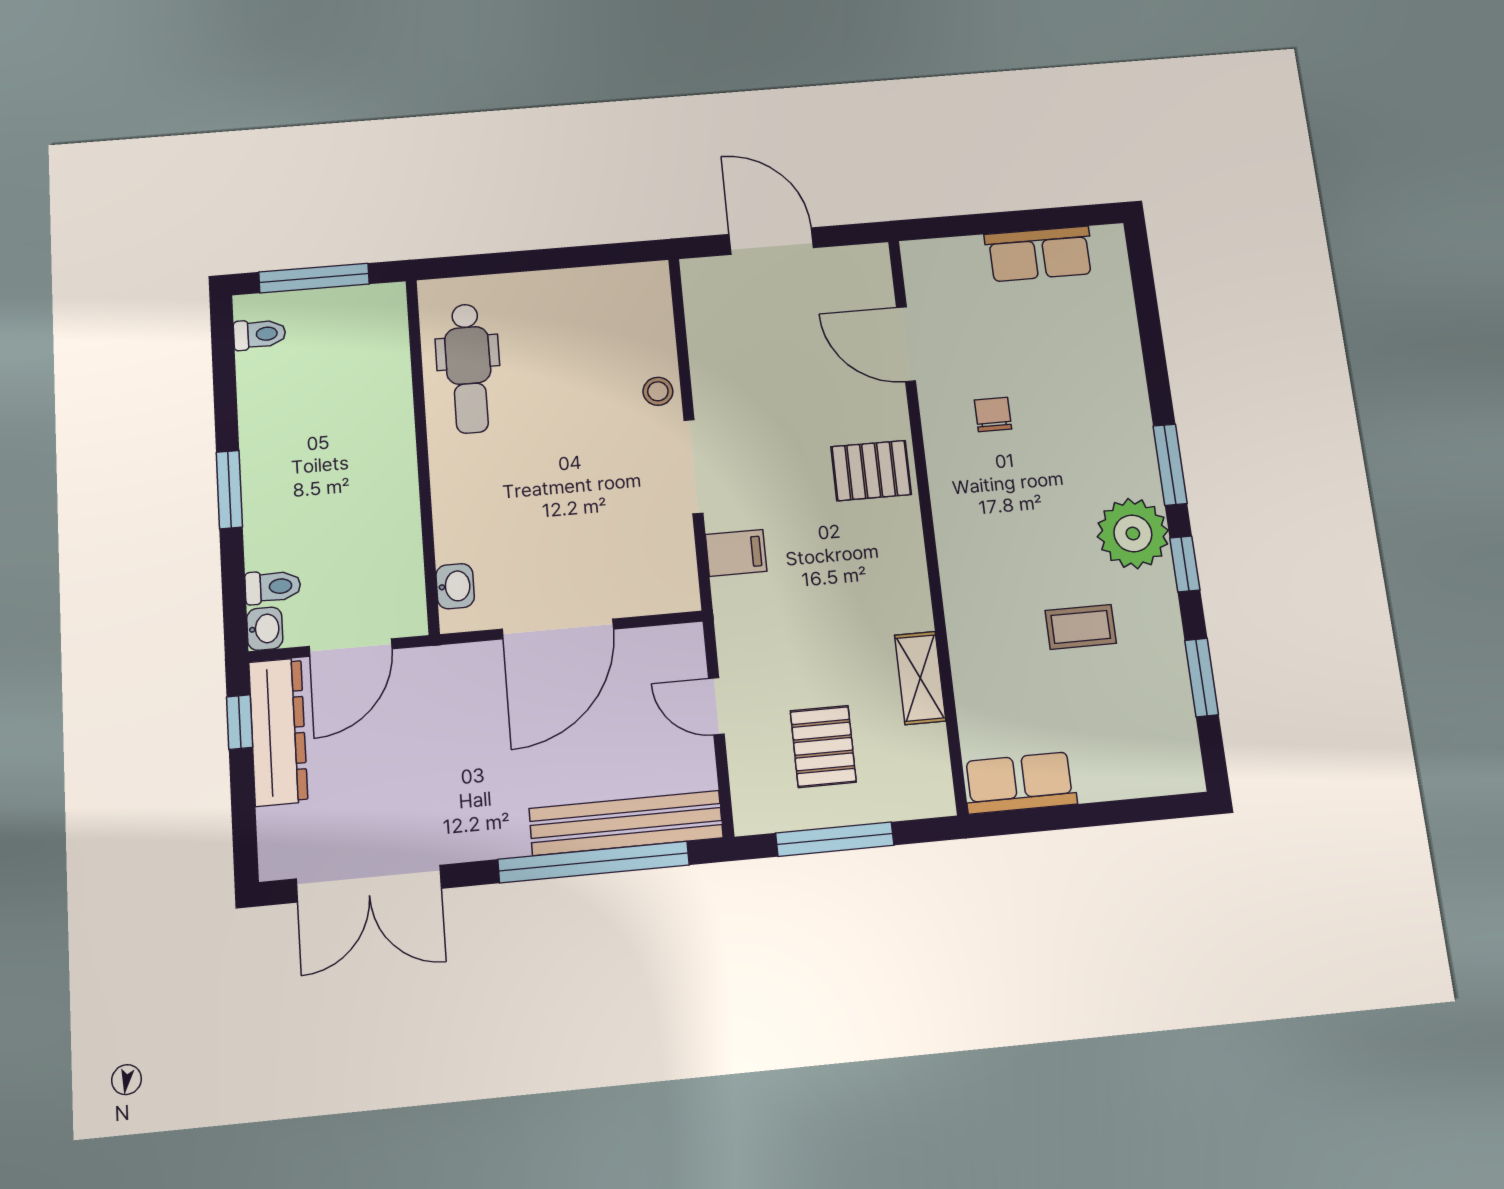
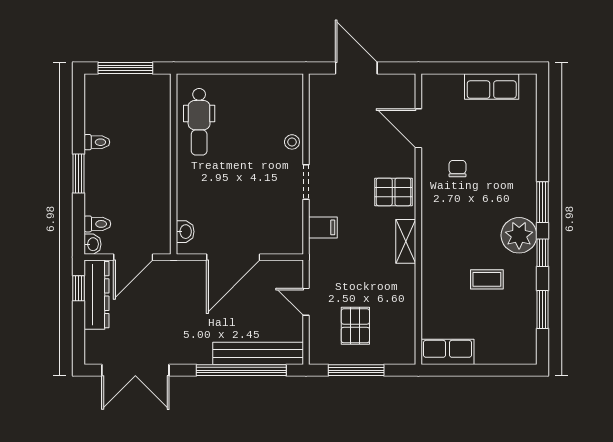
toilet: (260, 334) -> (97, 142), moved
doorway: (693, 466) -> (306, 182), width x0.73
shelving: (920, 678) -> (406, 241), moved

